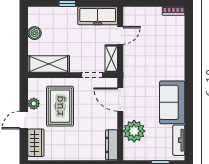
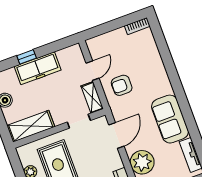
freezer: (98, 16) -> (38, 68), moved
armchair: (141, 58) -> (122, 85), added
door: (120, 100) -> (116, 135), swing flipped

